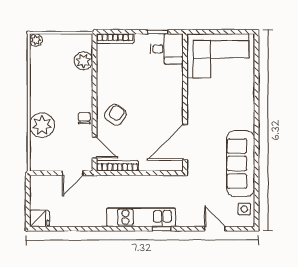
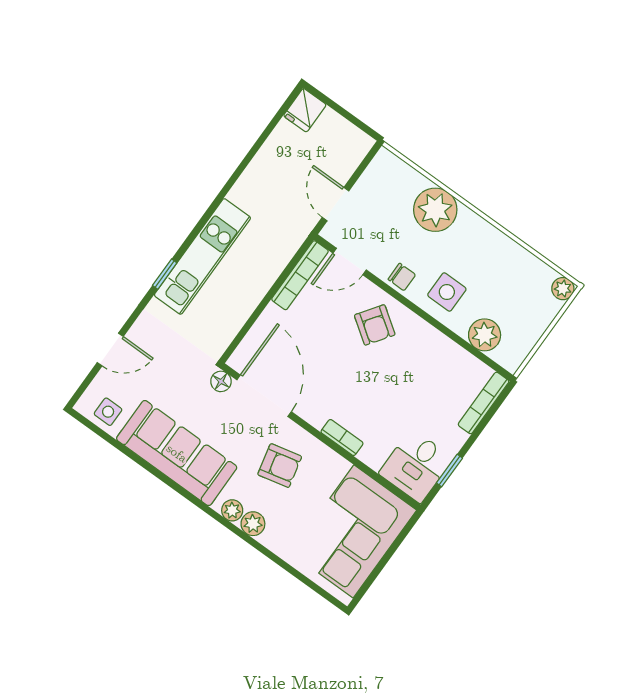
side table: (76, 92) -> (447, 292), added
bookcase: (178, 92) -> (342, 438), added
plant: (248, 105) -> (253, 524), added
armchair: (212, 112) -> (280, 466), added
plant: (249, 119) -> (232, 510), added
floor lamp: (193, 167) -> (221, 381), added

